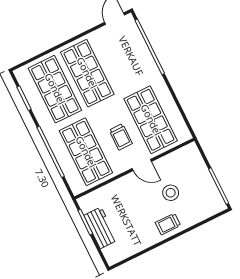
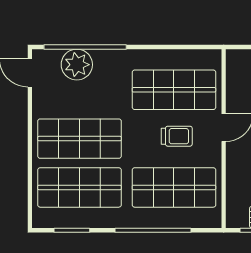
plant: (135, 47) -> (77, 65), added

